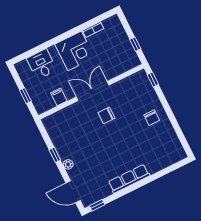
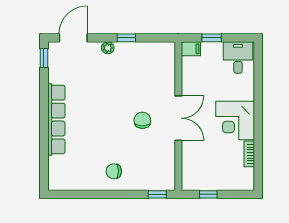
desk: (42, 64) -> (238, 58), moved, turned -90
filing cabinet: (59, 97) -> (191, 49), moved
row of seats: (129, 179) -> (56, 120), width x1.36

